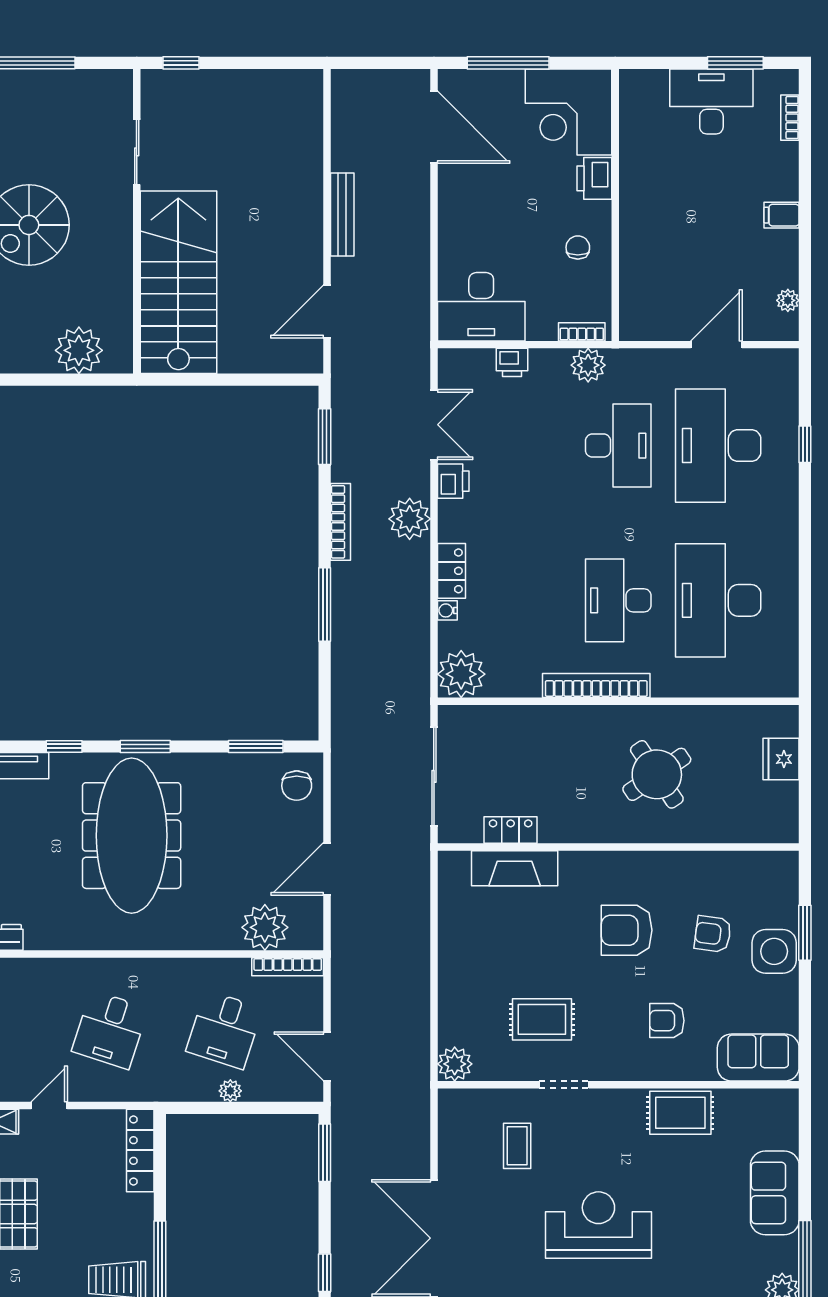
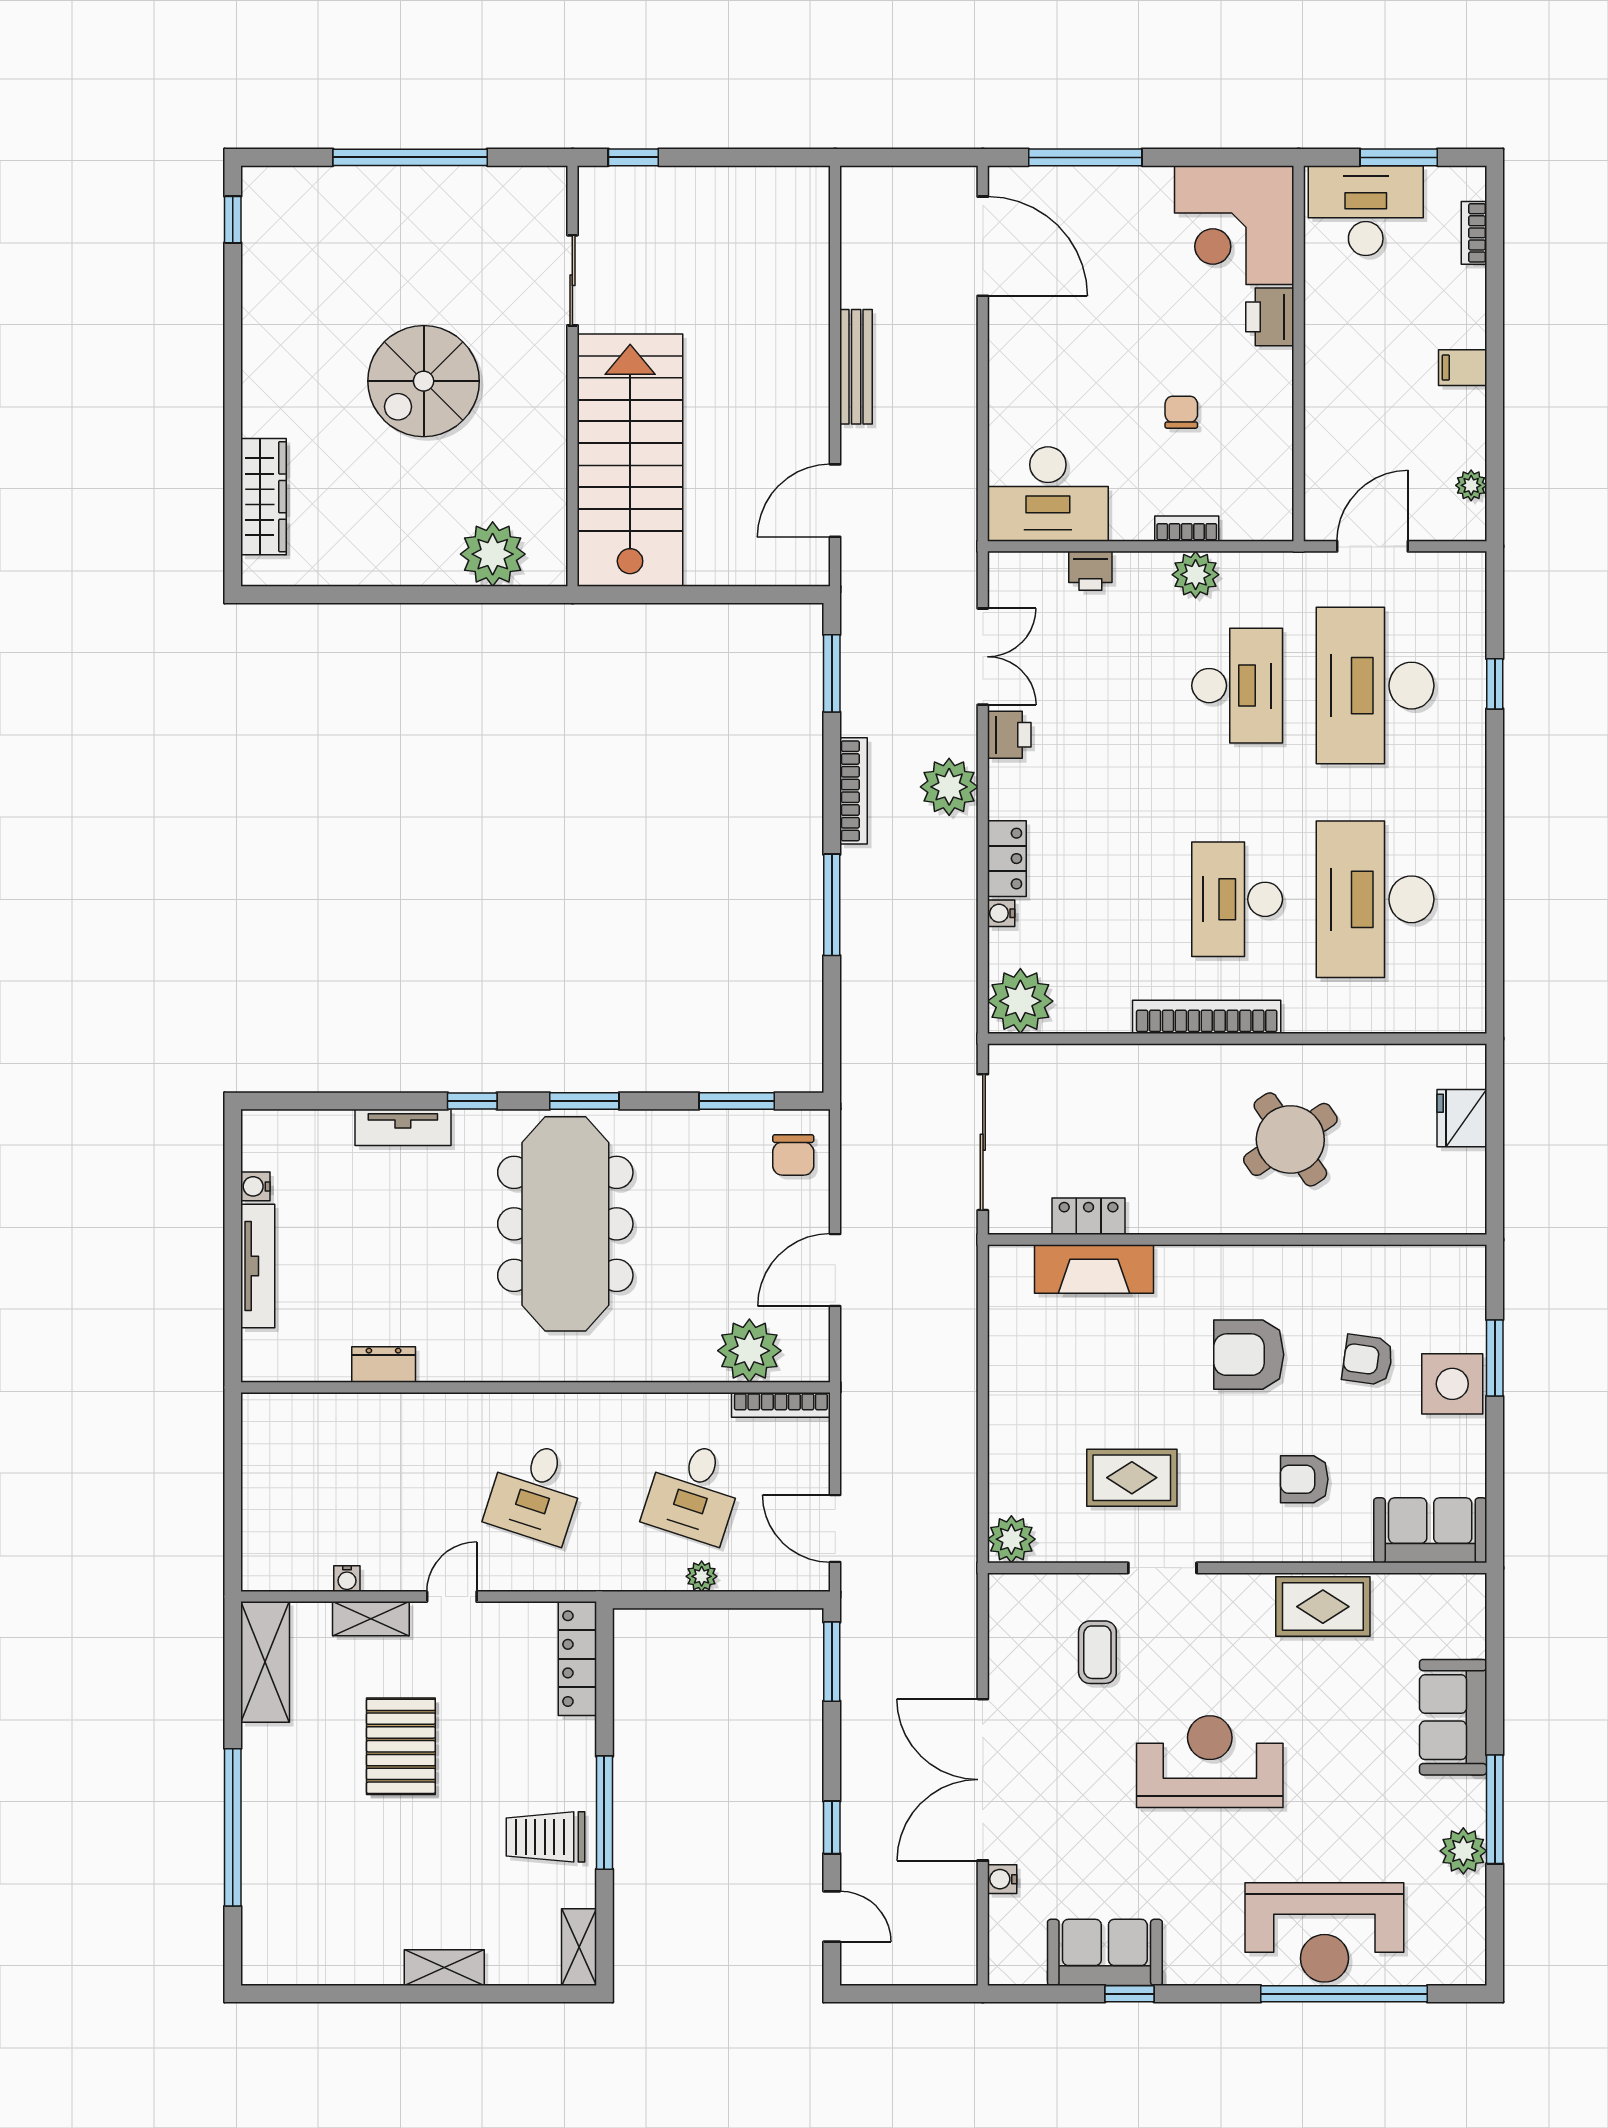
corner desk: (569, 112) -> (1234, 225), moved
printer: (594, 178) -> (1270, 317), moved
wall: (615, 205) -> (1299, 353), moved

